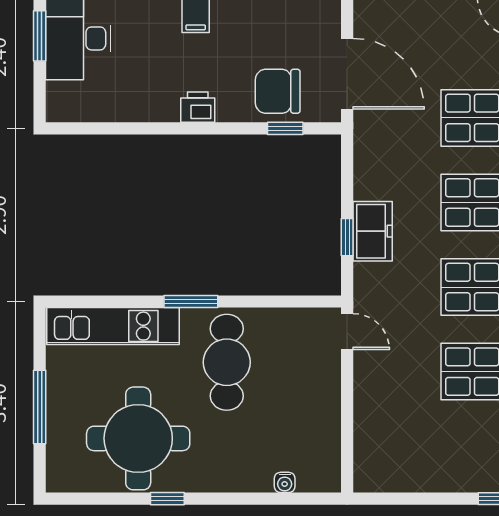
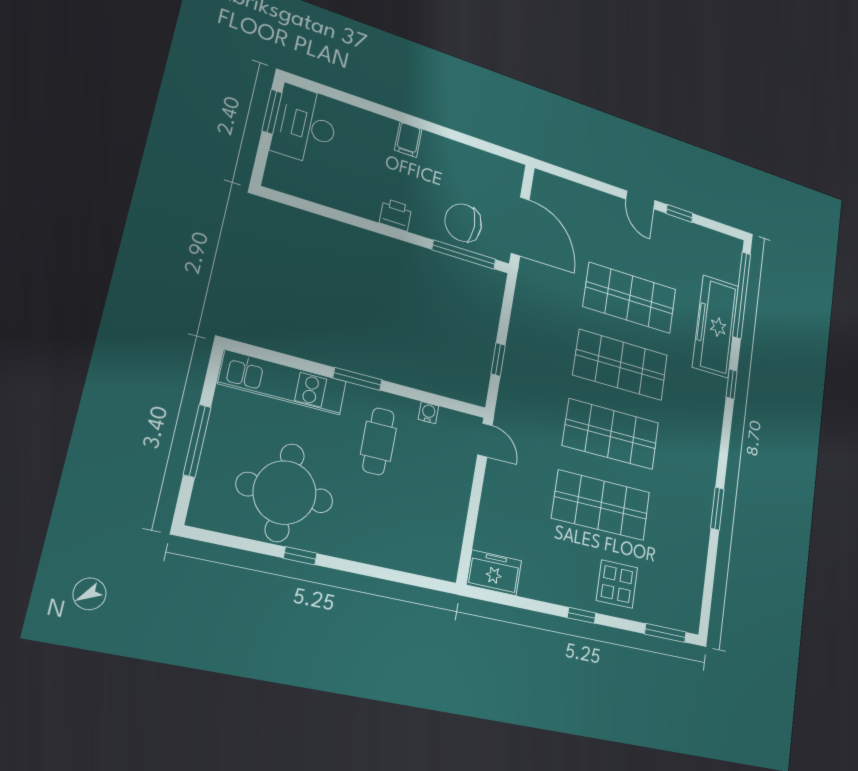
window: (285, 128) -> (464, 255), width x2.17
freezer: (373, 231) -> (494, 573), moved, turned -90
cafe table: (227, 362) -> (378, 441), width x0.73, depth x0.74
water cooler: (285, 482) -> (428, 413), moved, turned 180

